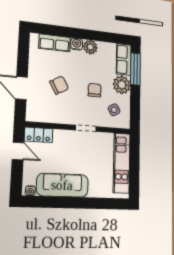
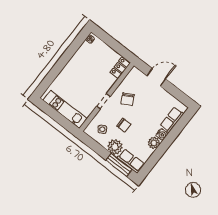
chair: (59, 85) -> (128, 99), moved
door: (18, 151) -> (119, 48), removed
sofa: (62, 185) -> (79, 61), removed

